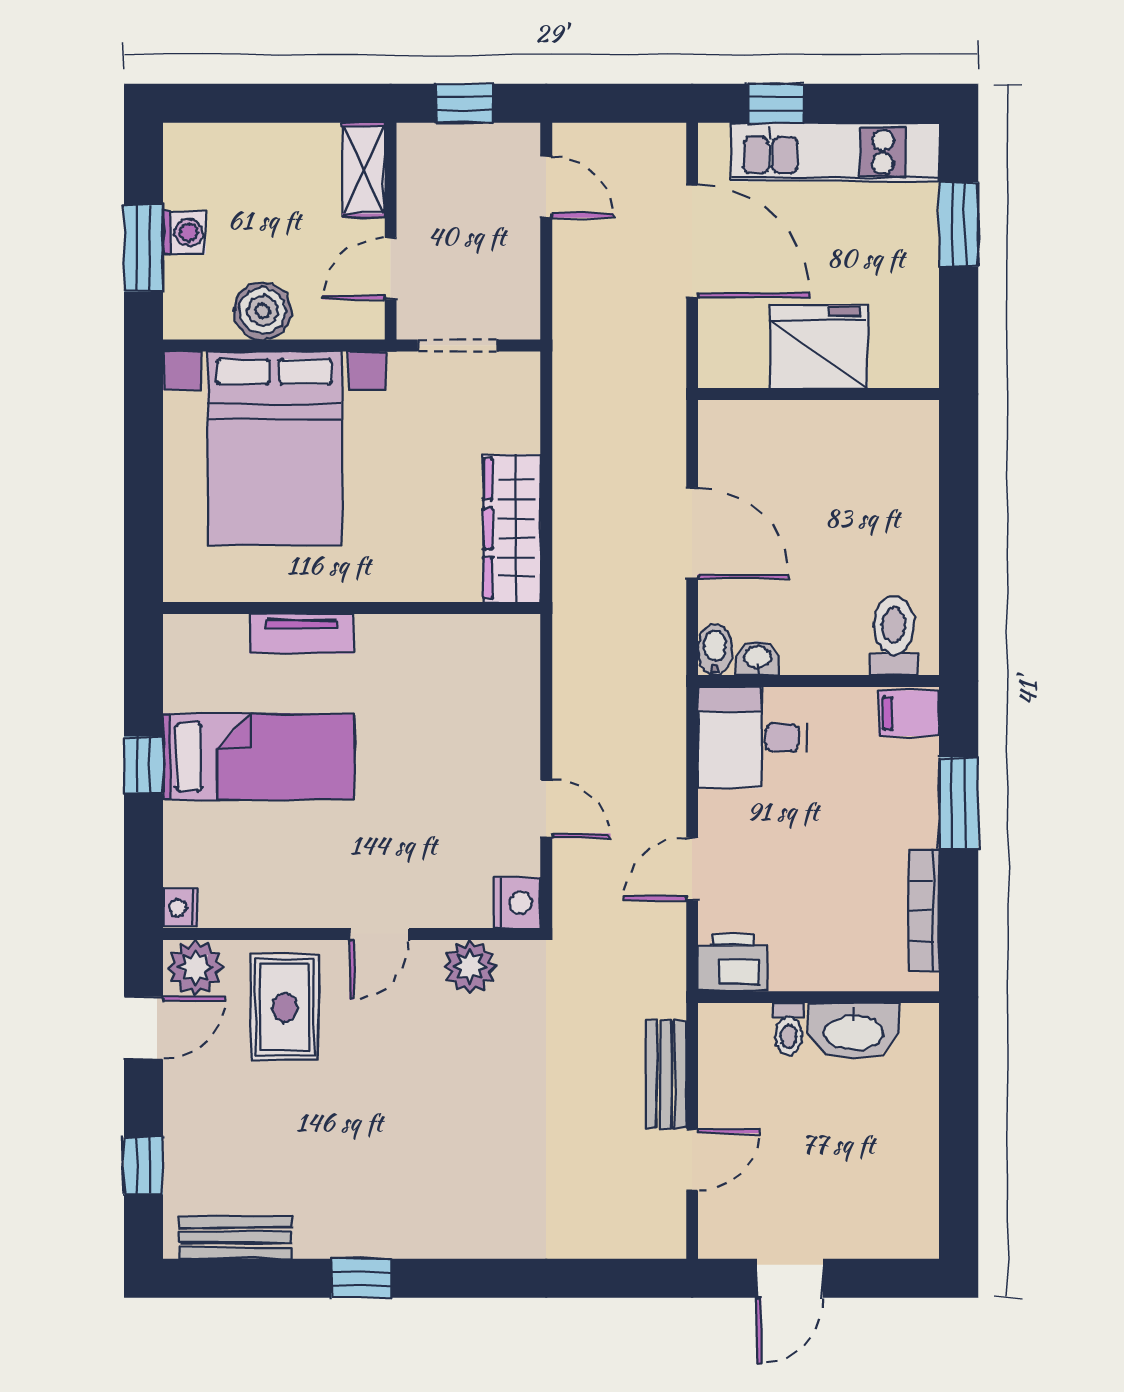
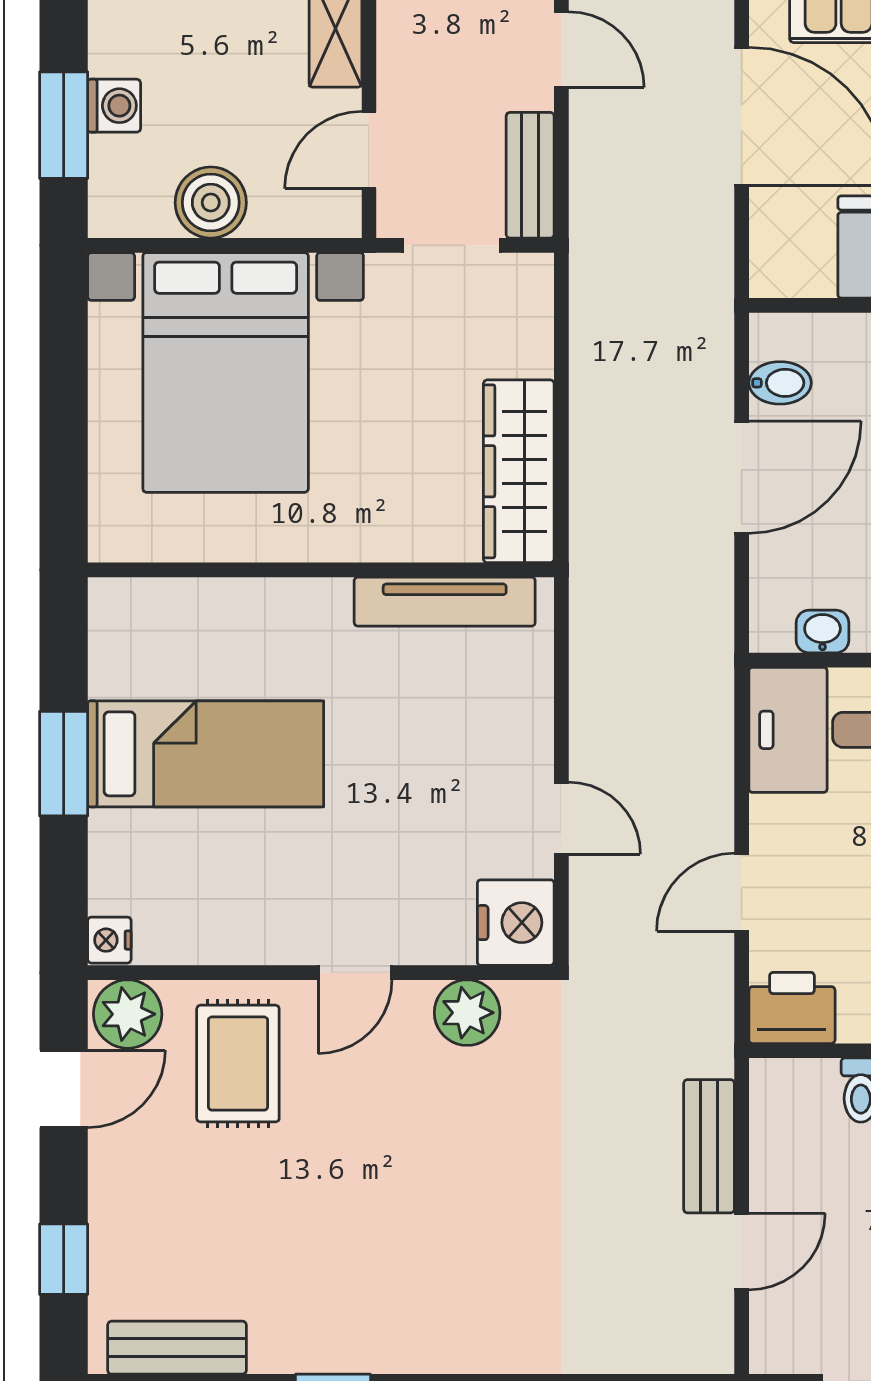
bench: (521, 289) -> (530, 175), added
door: (692, 533) -> (742, 477), hinge flipped
tv unit: (301, 634) -> (445, 602), moved, width x1.41
bidet: (715, 650) -> (780, 383), moved, turned 90
window: (144, 765) -> (64, 764), width x1.50
nightstand: (517, 903) -> (516, 923), width x1.36, depth x1.33

